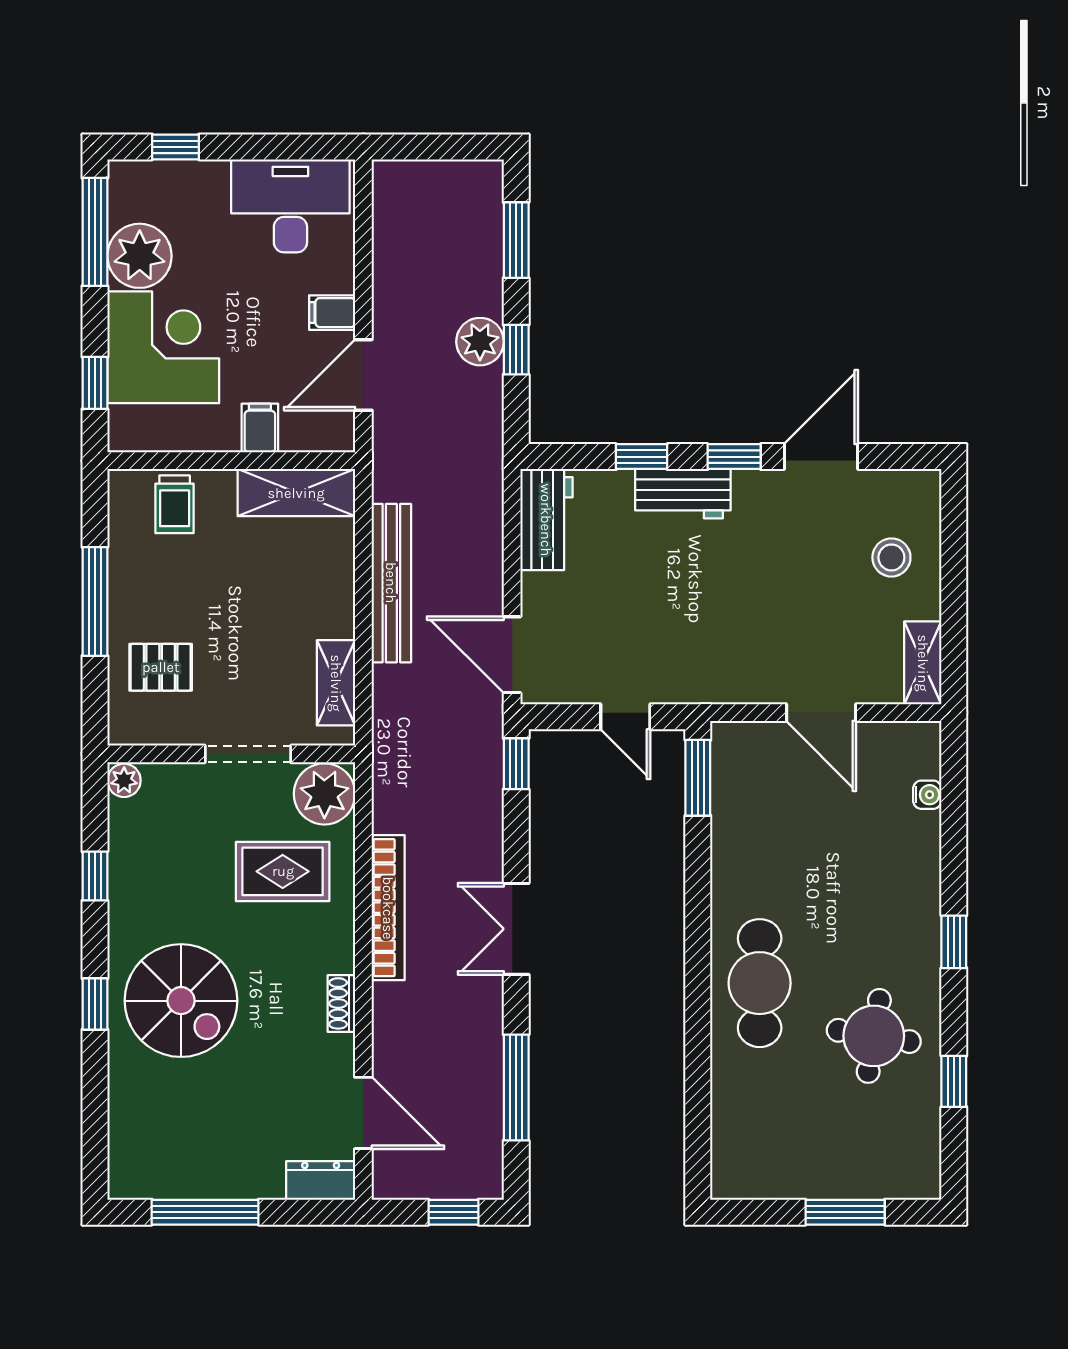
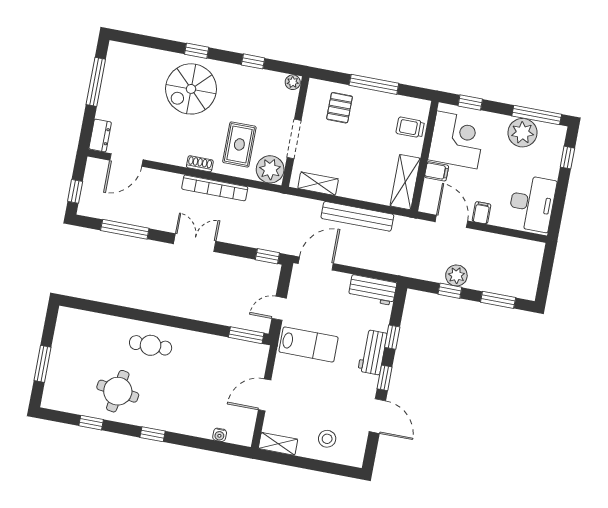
corner desk: (163, 347) -> (457, 140), moved, turned -90
lab bench: (692, 637) -> (309, 344), added
cafe table: (760, 983) -> (151, 345), width x0.73, depth x0.74
shoe rack: (341, 1003) -> (200, 164), moved

